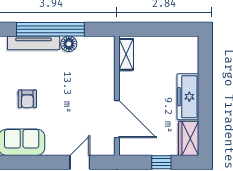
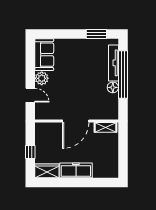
armchair: (27, 99) -> (74, 59), removed
door: (117, 119) -> (76, 121), moved
plant: (56, 146) -> (42, 78), added

